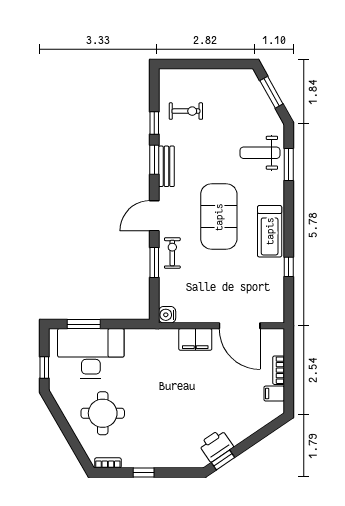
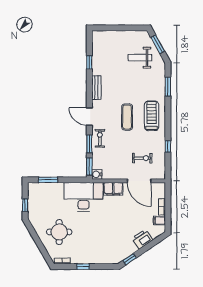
exercise bike: (186, 111) -> (142, 158), moved
weight bench: (260, 153) -> (140, 58), moved
window: (154, 160) -> (89, 166), moved
door: (154, 216) -> (89, 117), hinge flipped
exercise mat: (219, 217) -> (127, 117), width x0.50, depth x0.69
treadmill: (270, 231) -> (152, 116), moved, turned 180
desk: (91, 353) -> (83, 197), moved
printer: (216, 445) -> (142, 239), moved

